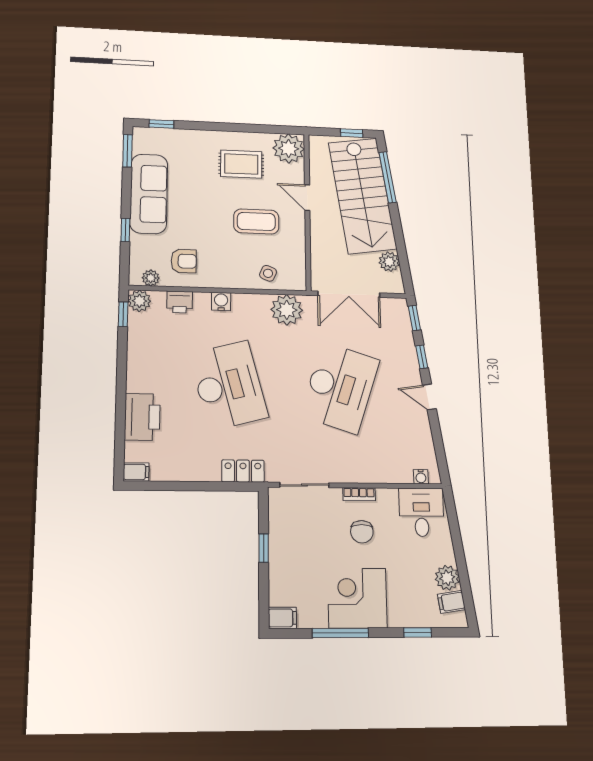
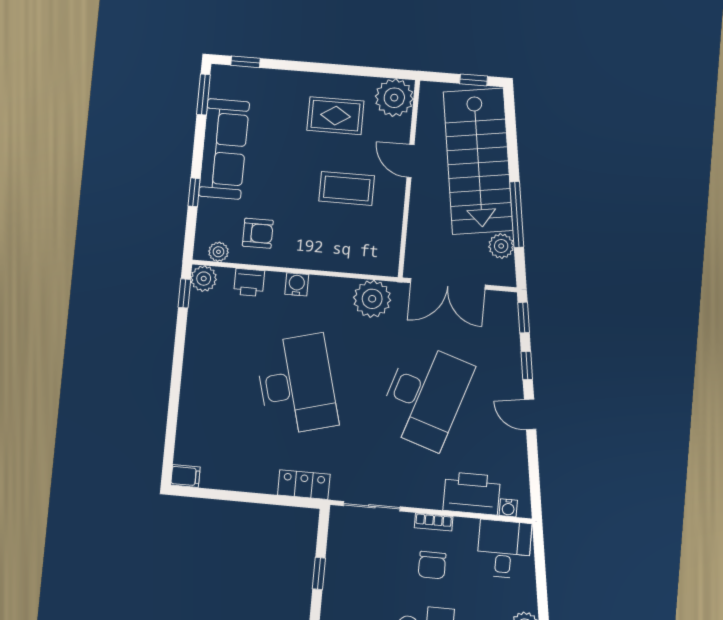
window: (388, 177) -> (517, 214), moved
side table: (268, 273) -> (354, 253), removed
printer: (142, 417) -> (472, 493), moved, turned -90

